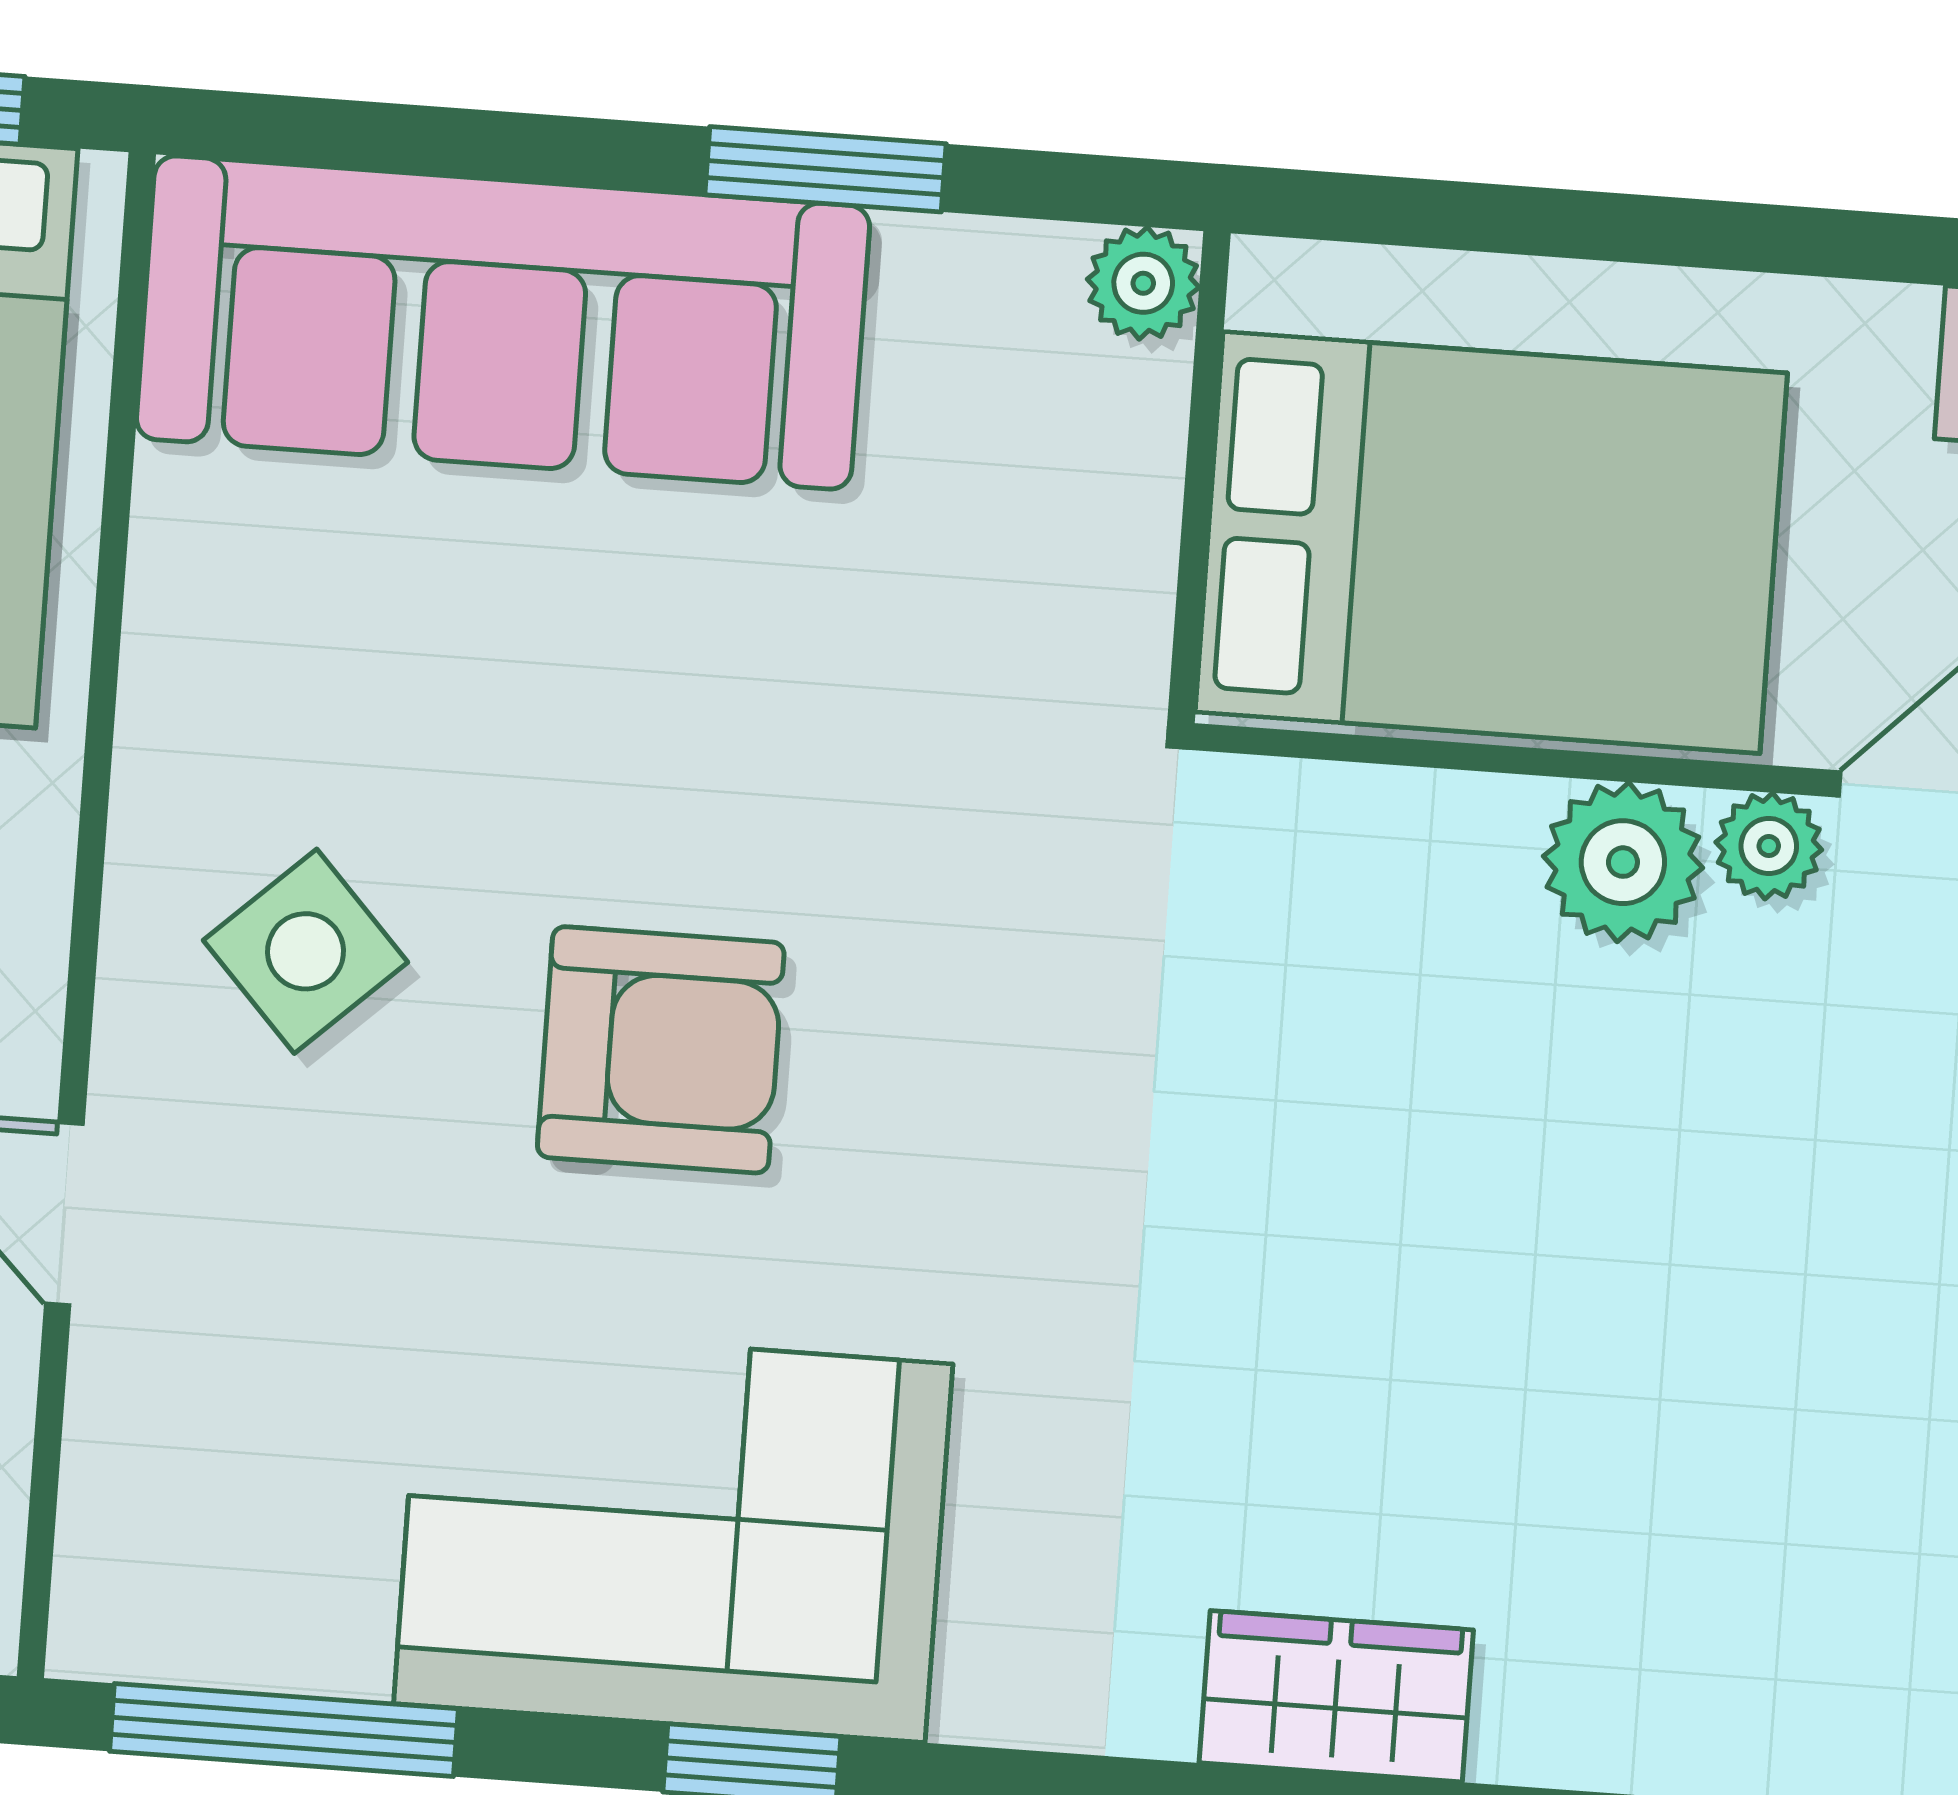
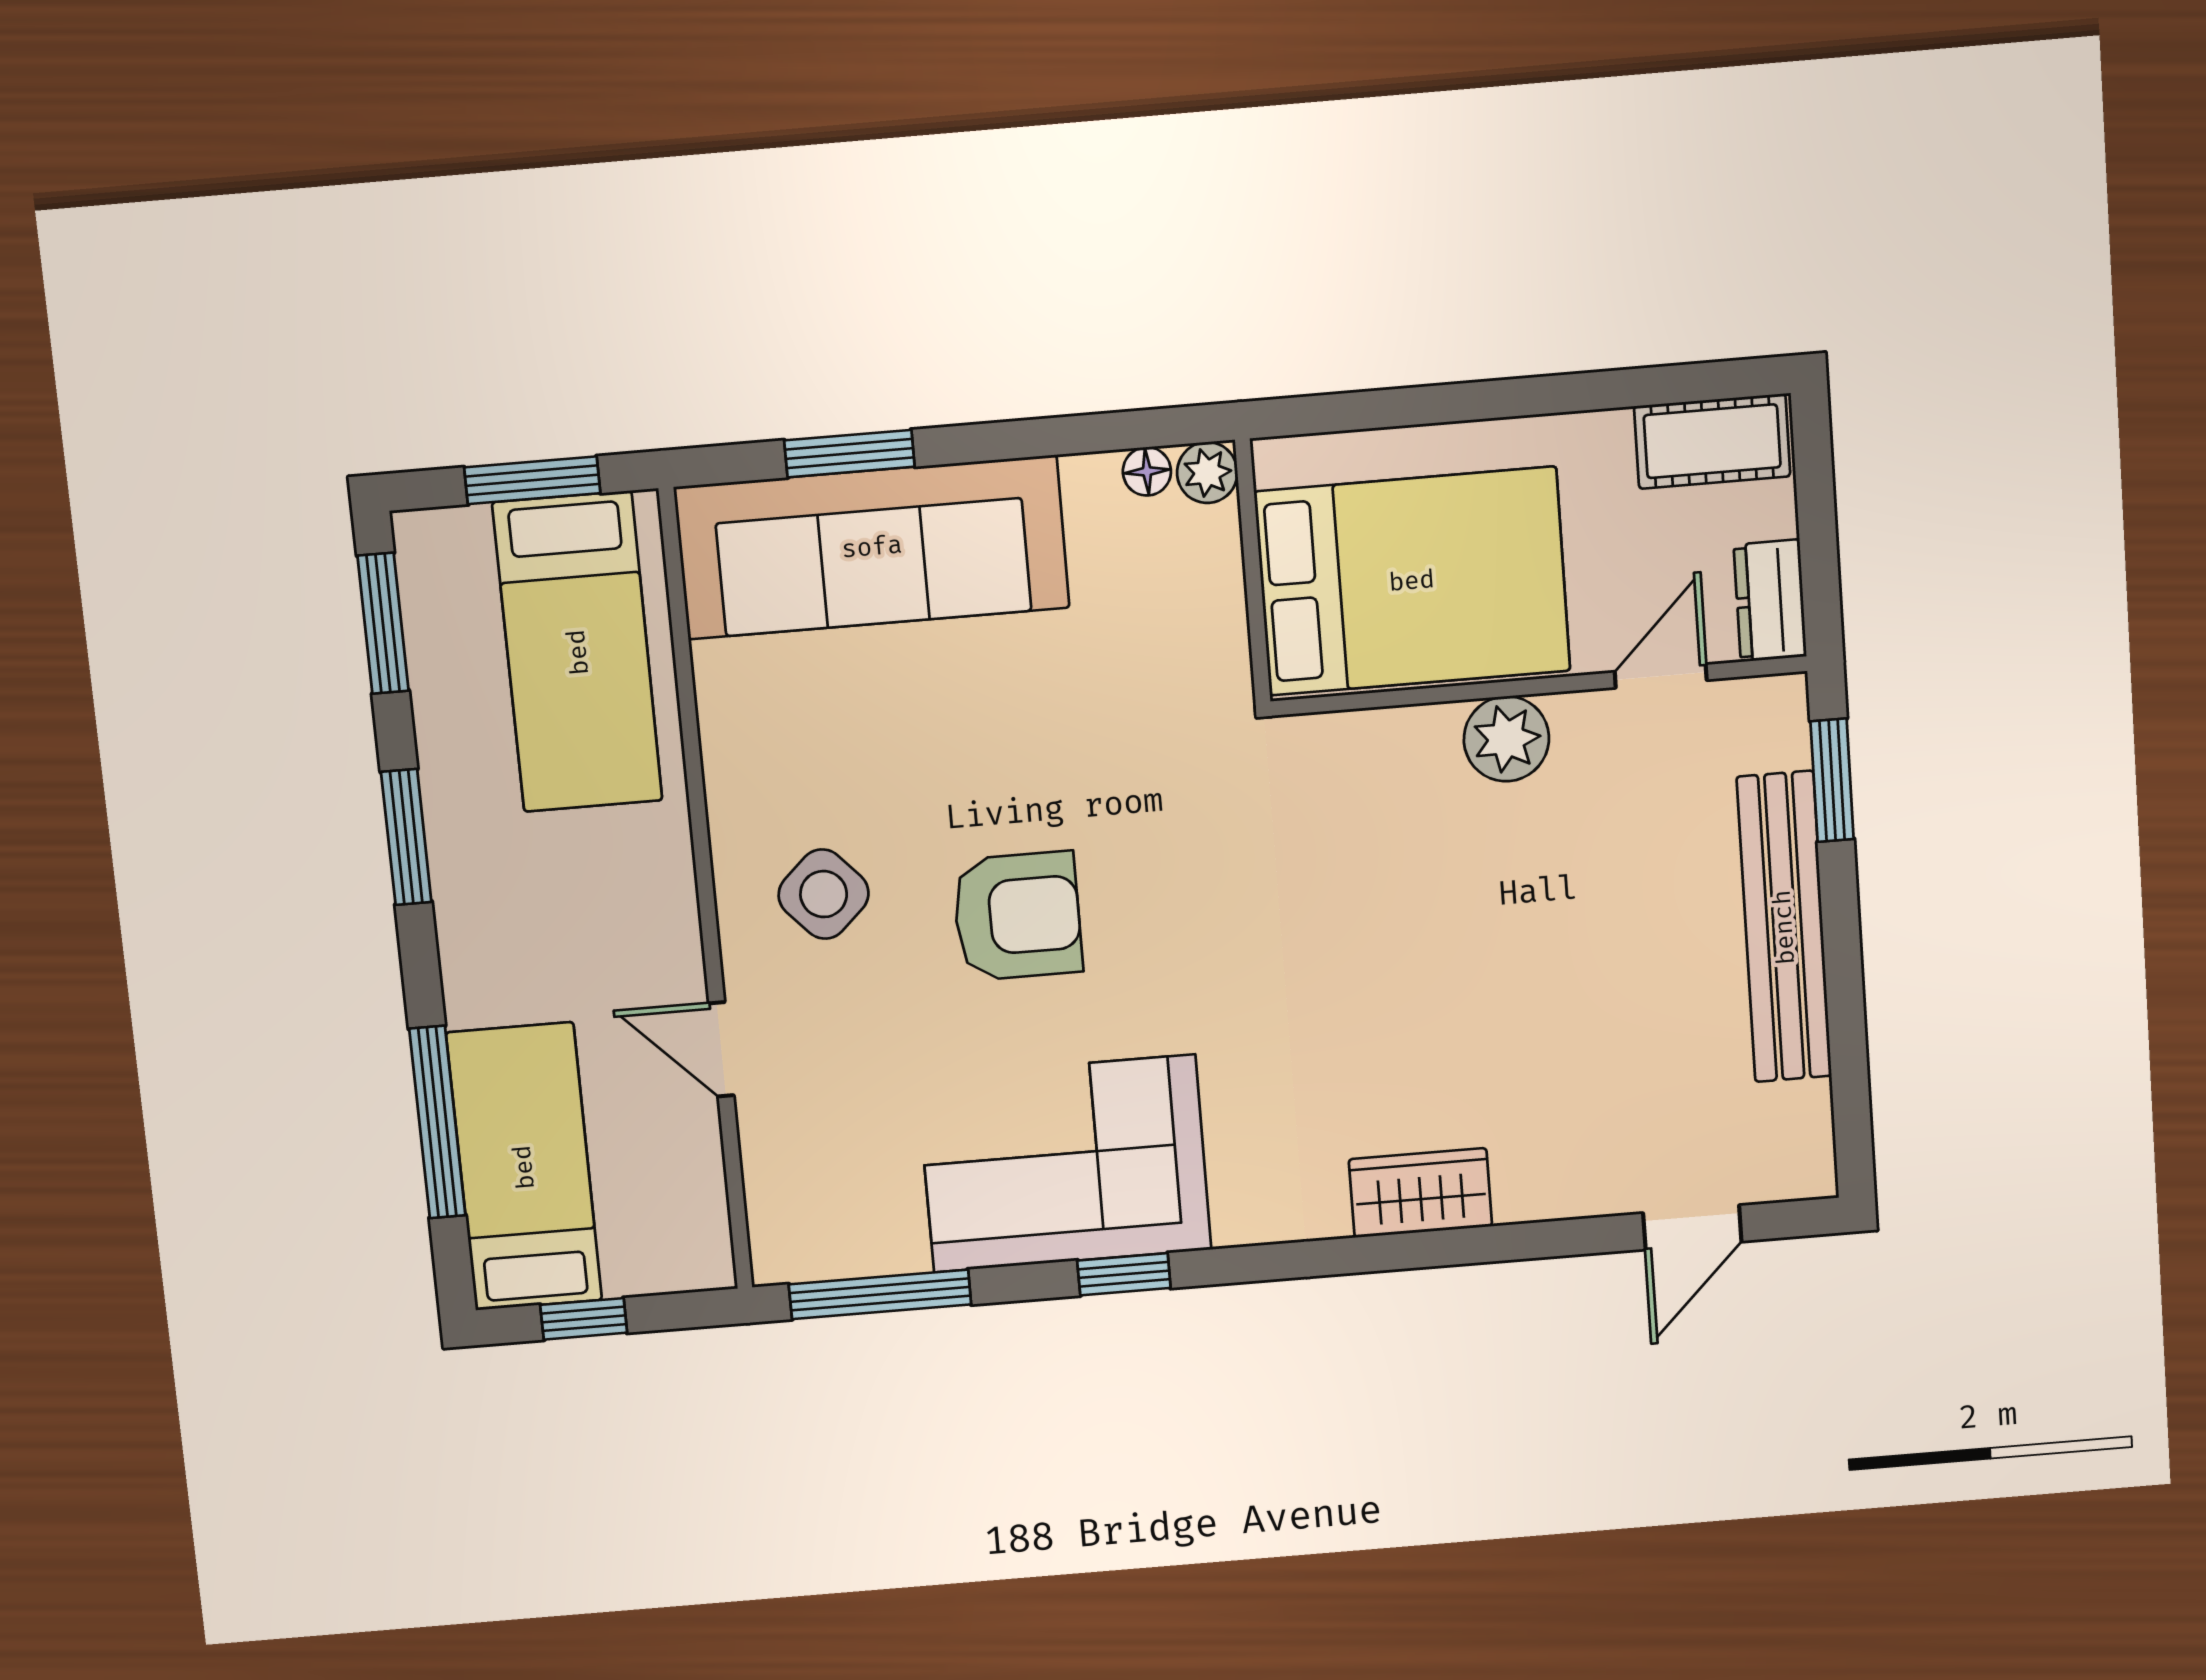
window: (825, 169) -> (849, 454), moved
floor lamp: (1032, 264) -> (1147, 471), added
plant: (1769, 846) -> (1582, 718), removed

